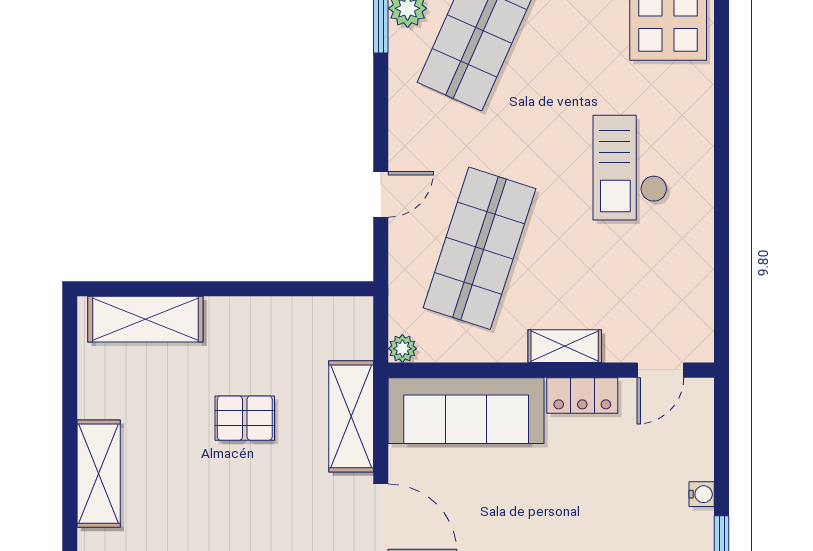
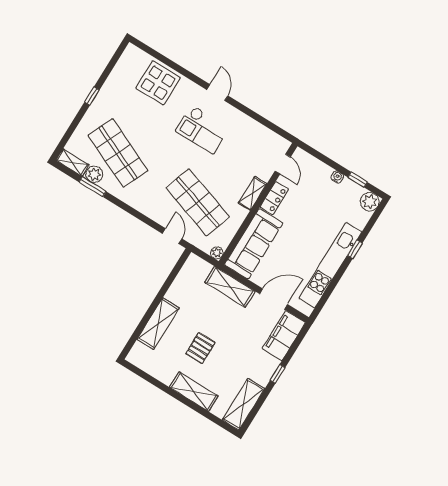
door: (722, 152) -> (217, 93), added
door: (381, 194) -> (172, 236), moved
shelving: (145, 319) -> (158, 324), moved
pallet: (245, 418) -> (200, 348), moved

